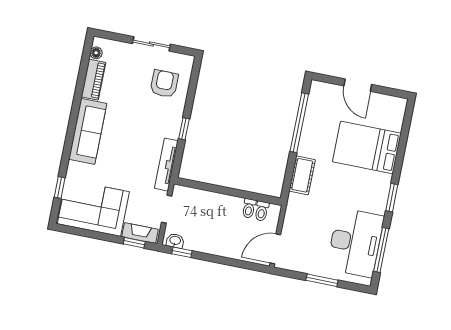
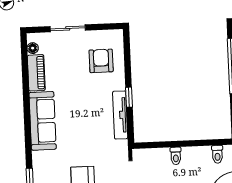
sliding door: (151, 44) -> (68, 28), moved
tv unit: (166, 165) -> (120, 115), moved
toilet: (249, 208) -> (176, 156), moved

